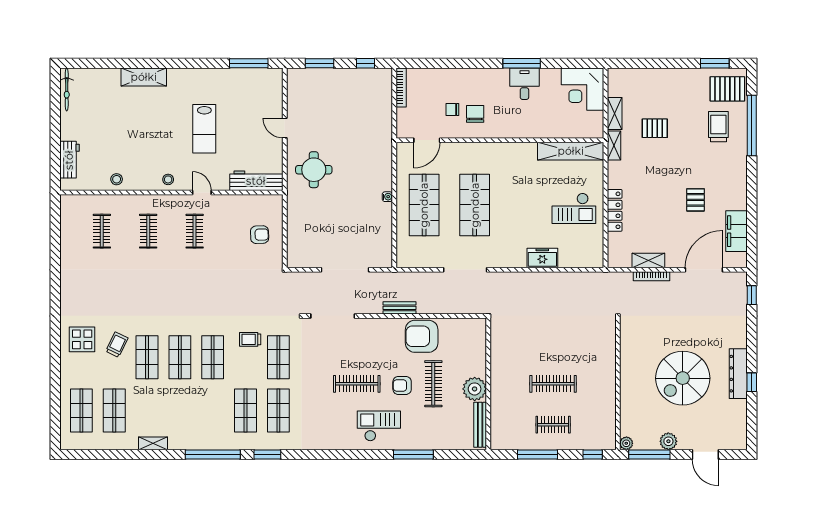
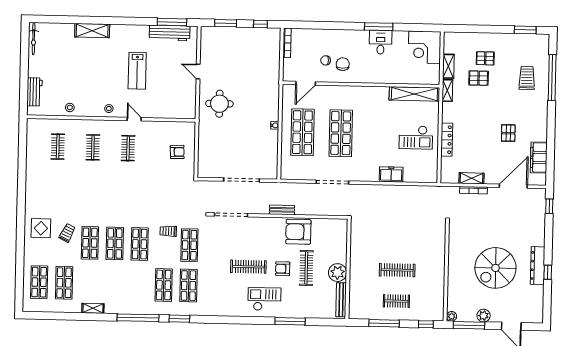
pallet: (727, 89) -> (485, 58), moved, width x0.67, depth x0.71
workbench: (256, 181) -> (170, 33), moved, turned 180

